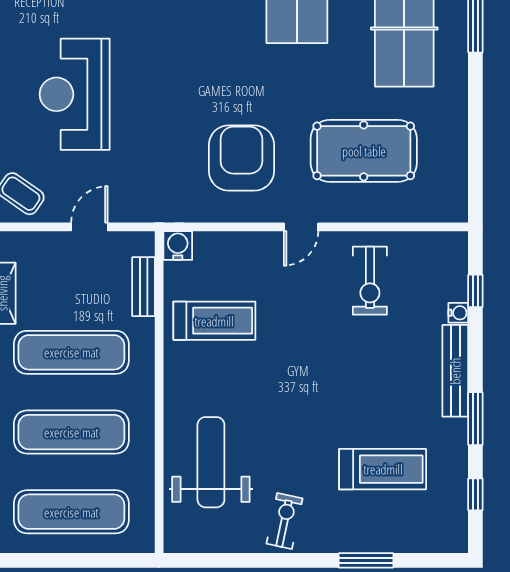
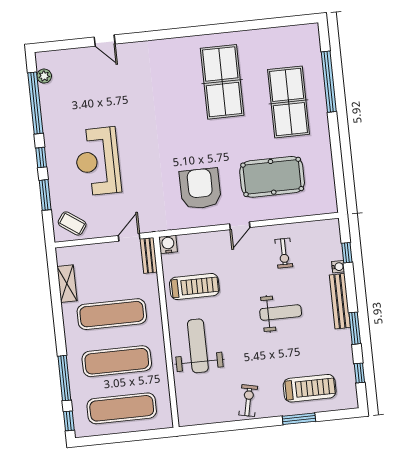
door: (89, 227) -> (129, 237), moved
exercise bike: (370, 281) -> (284, 253), width x0.73, depth x0.72
bench: (144, 287) -> (149, 255), moved
weight bench: (354, 379) -> (281, 313), added
weight bench: (211, 462) -> (198, 346), moved
treadmill: (383, 469) -> (310, 388), moved

